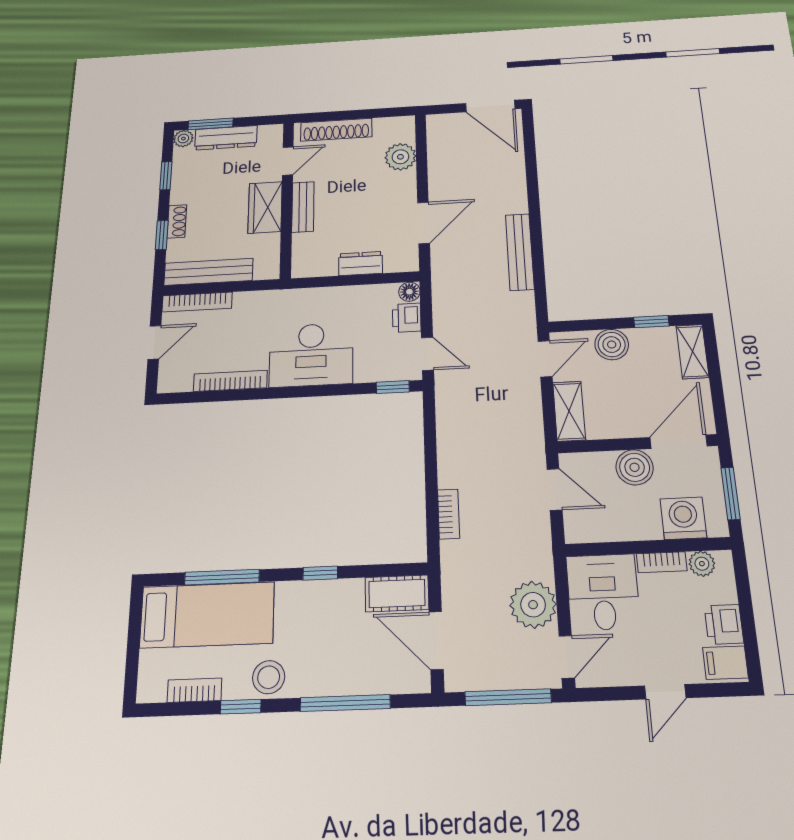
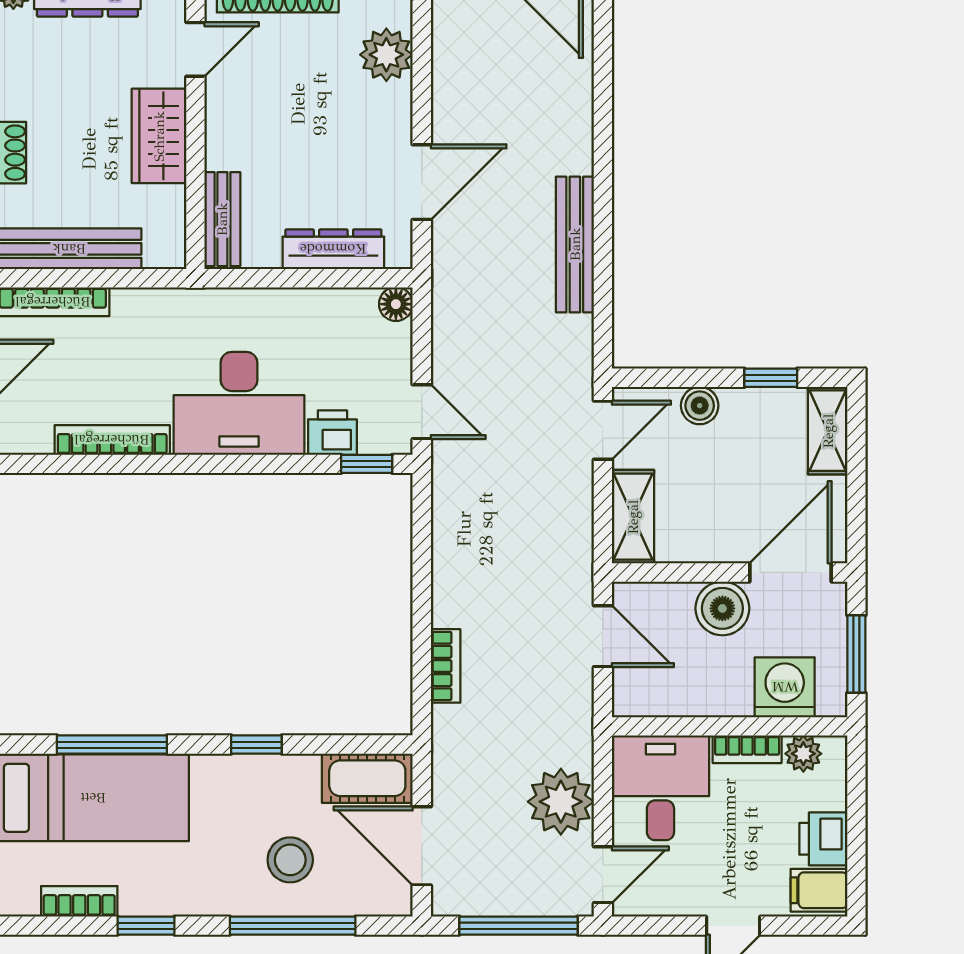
bench: (303, 207) -> (222, 219), moved
dresser: (361, 263) -> (333, 249), width x1.44
printer: (407, 318) -> (332, 433), moved, turned 90
boiler: (612, 345) -> (700, 406), width x0.73, depth x0.73
stool: (269, 677) -> (290, 860), moved

